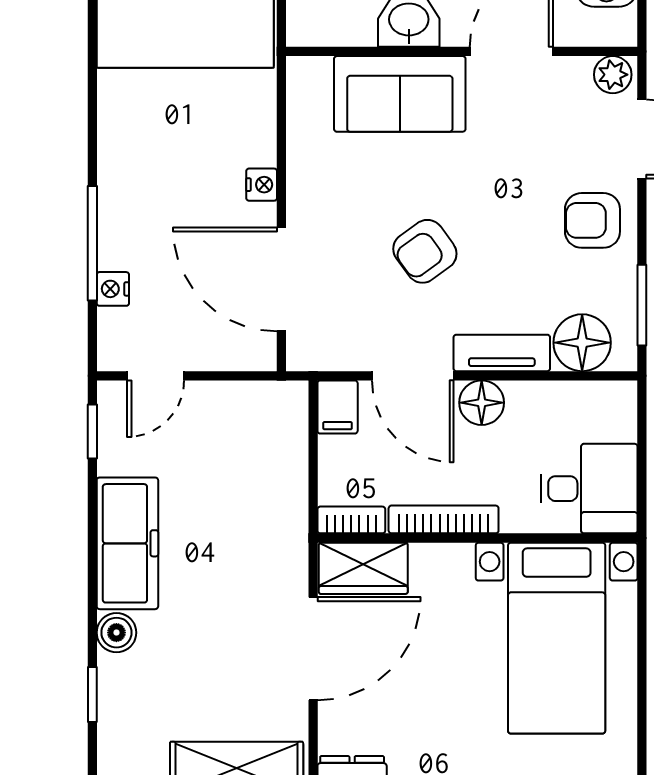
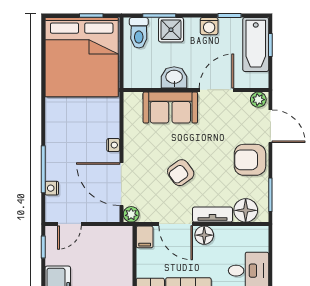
armchair: (592, 220) -> (250, 160), width x1.38, depth x1.38
plant: (305, 352) -> (131, 214), added

